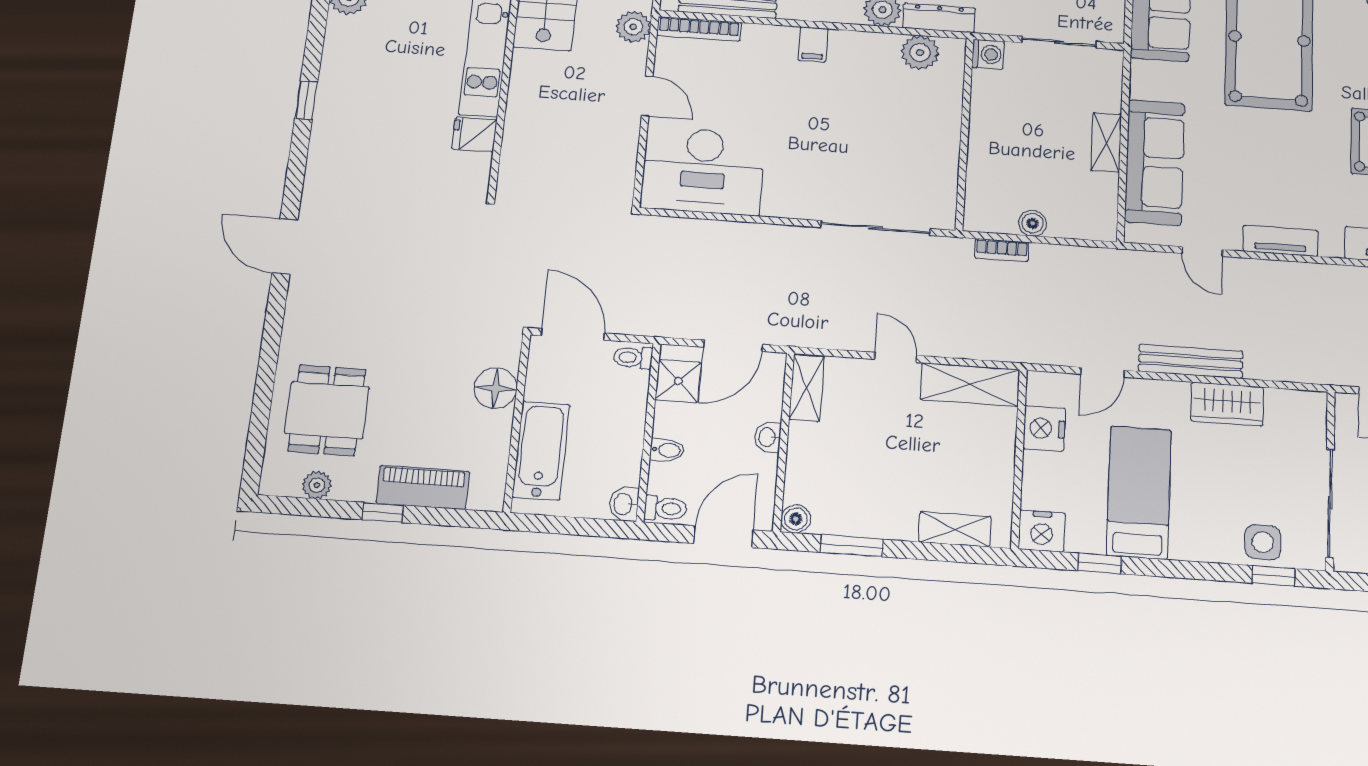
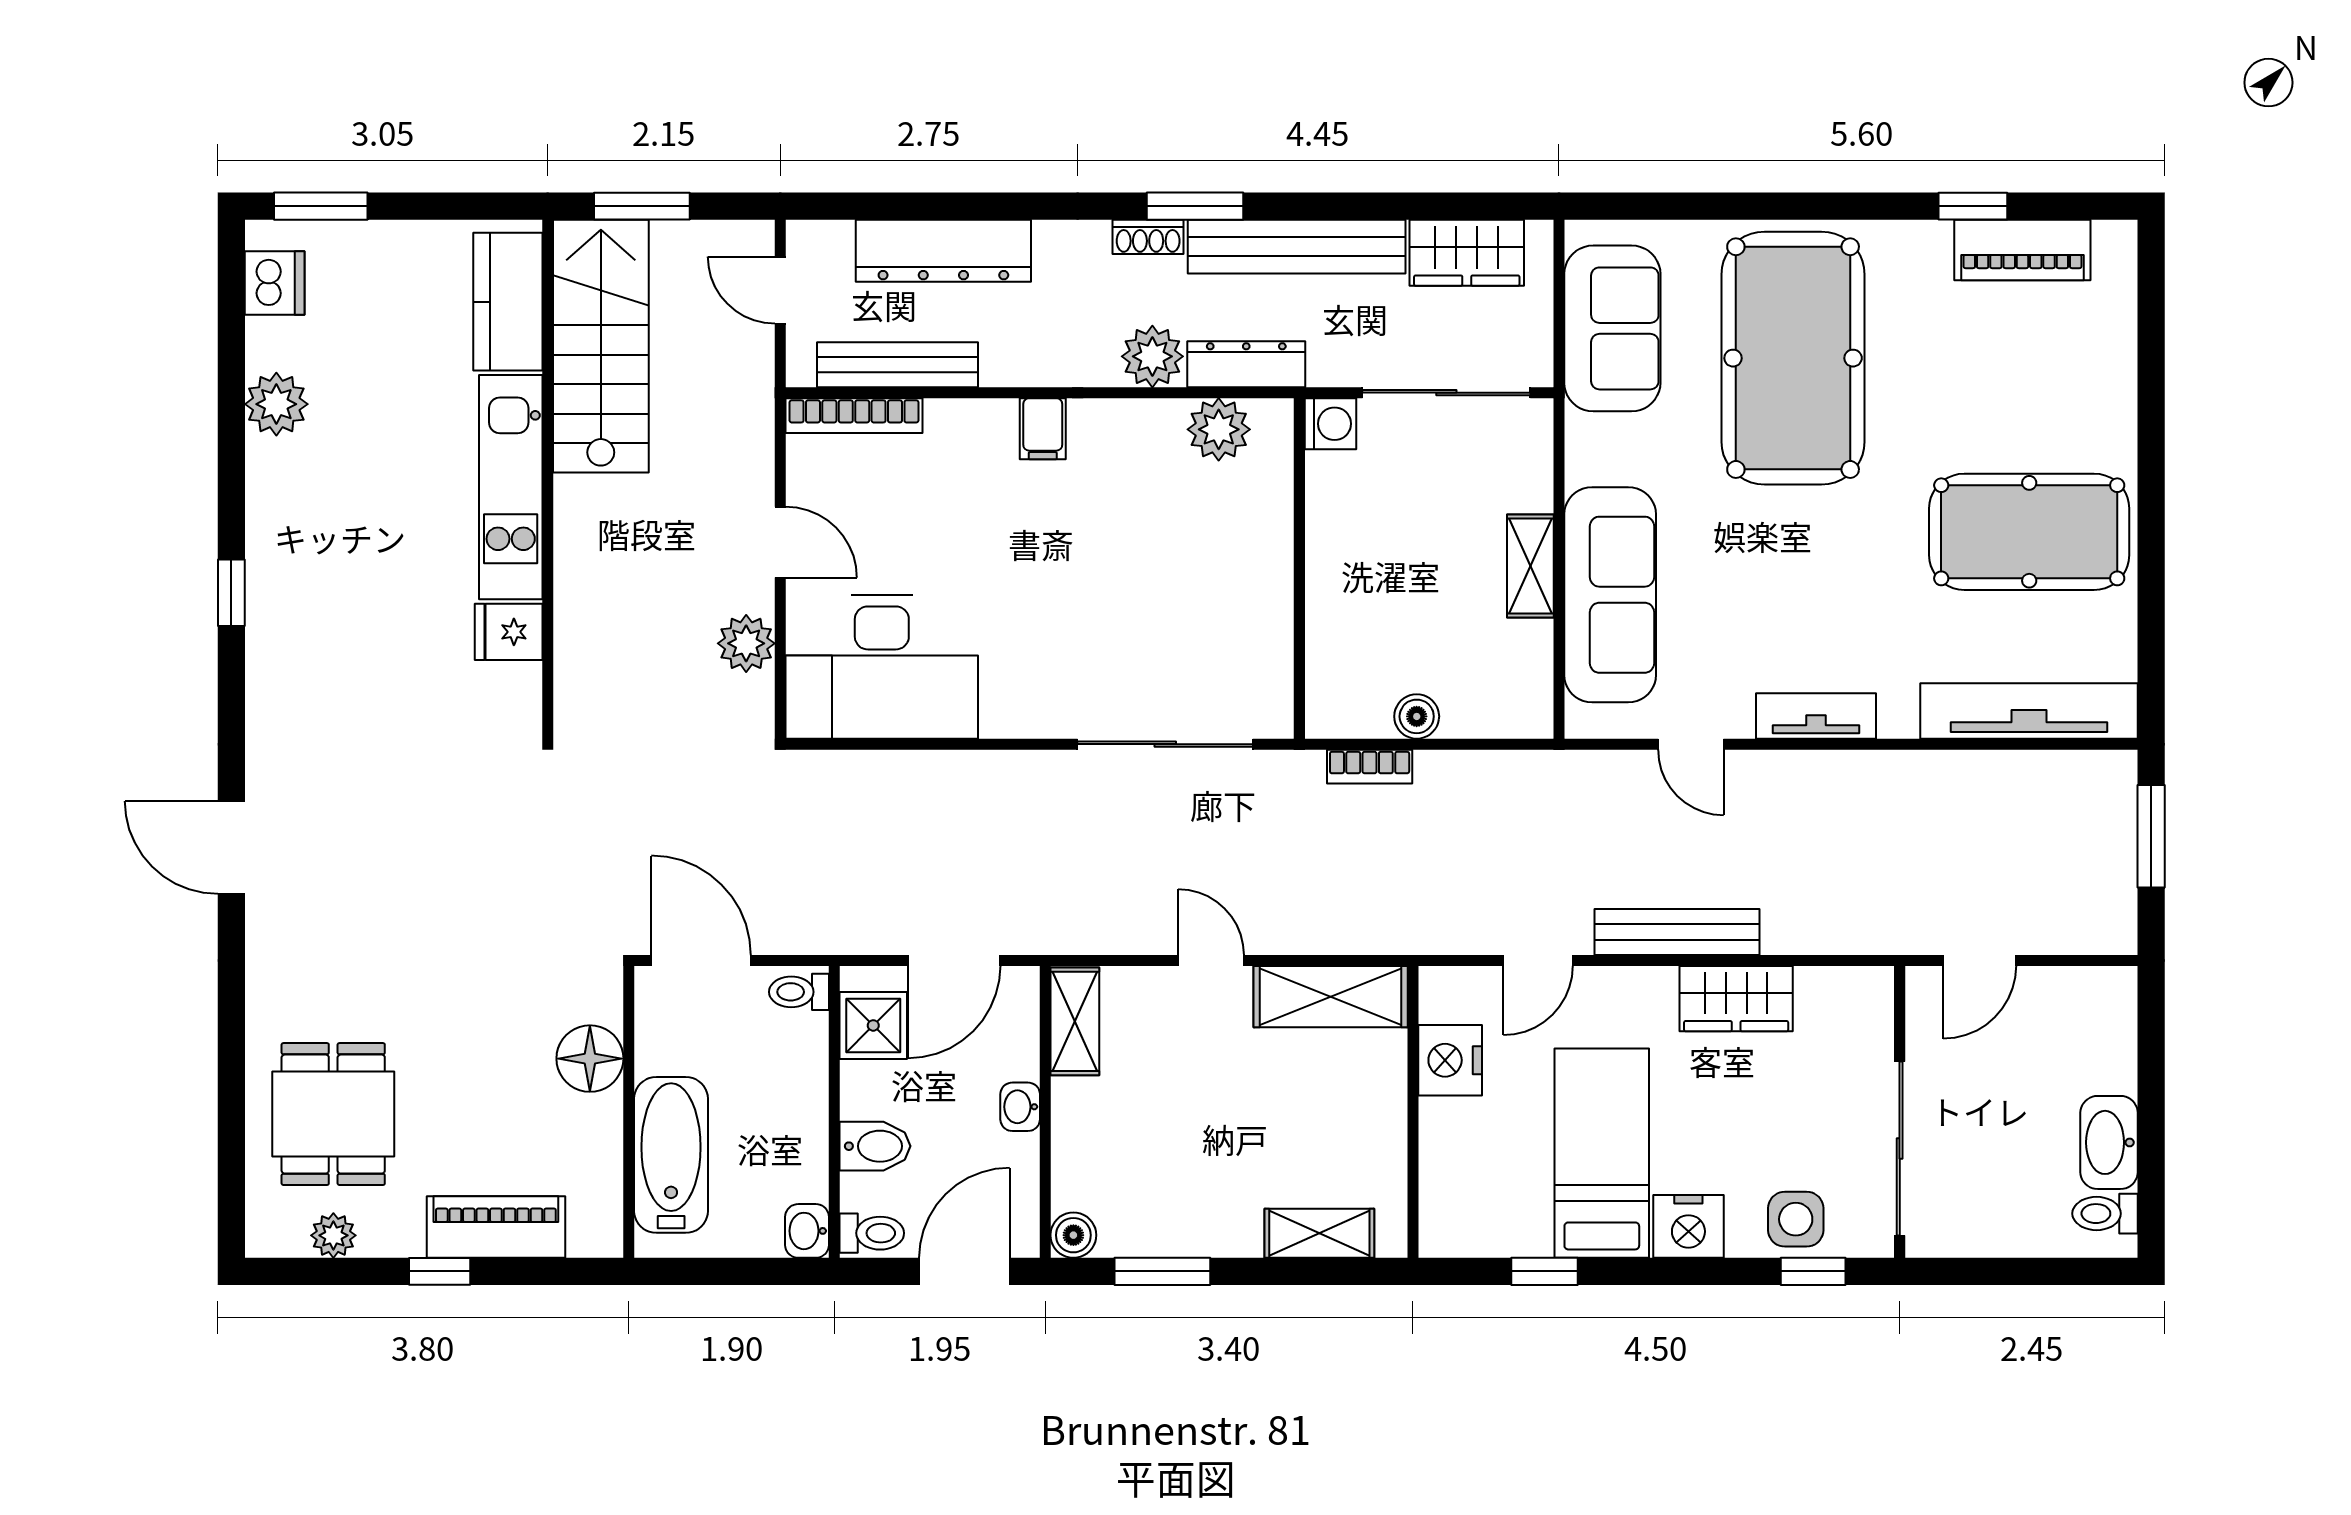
plant: (633, 27) -> (746, 643), moved
sliding door: (1059, 42) -> (1446, 393), width x1.37
bidet: (667, 450) -> (875, 1146), width x1.38, depth x1.36
nightstand: (1042, 531) -> (1688, 1226), moved

